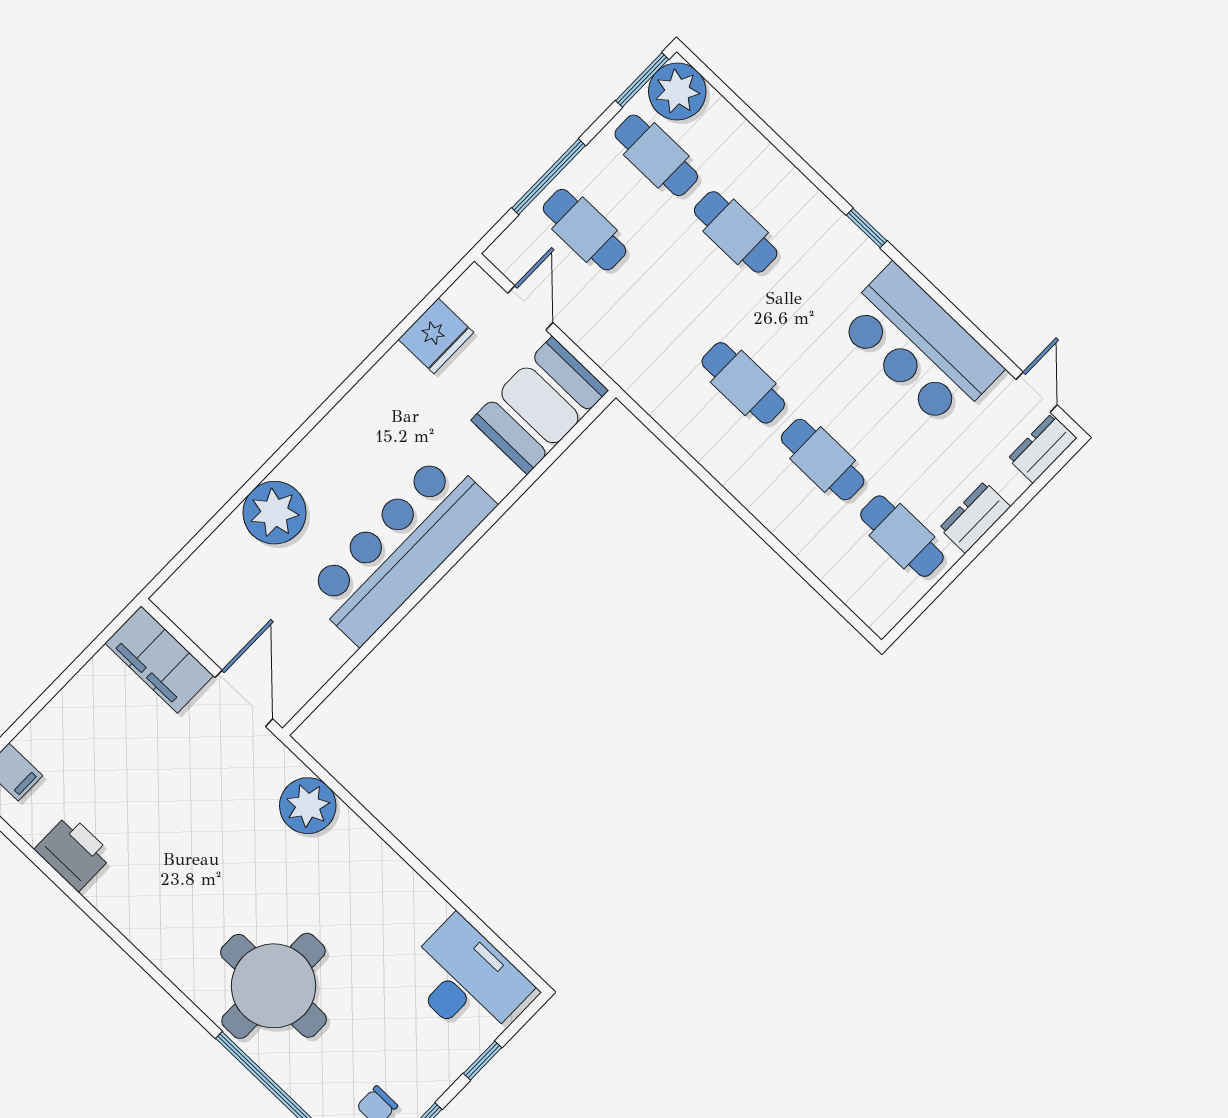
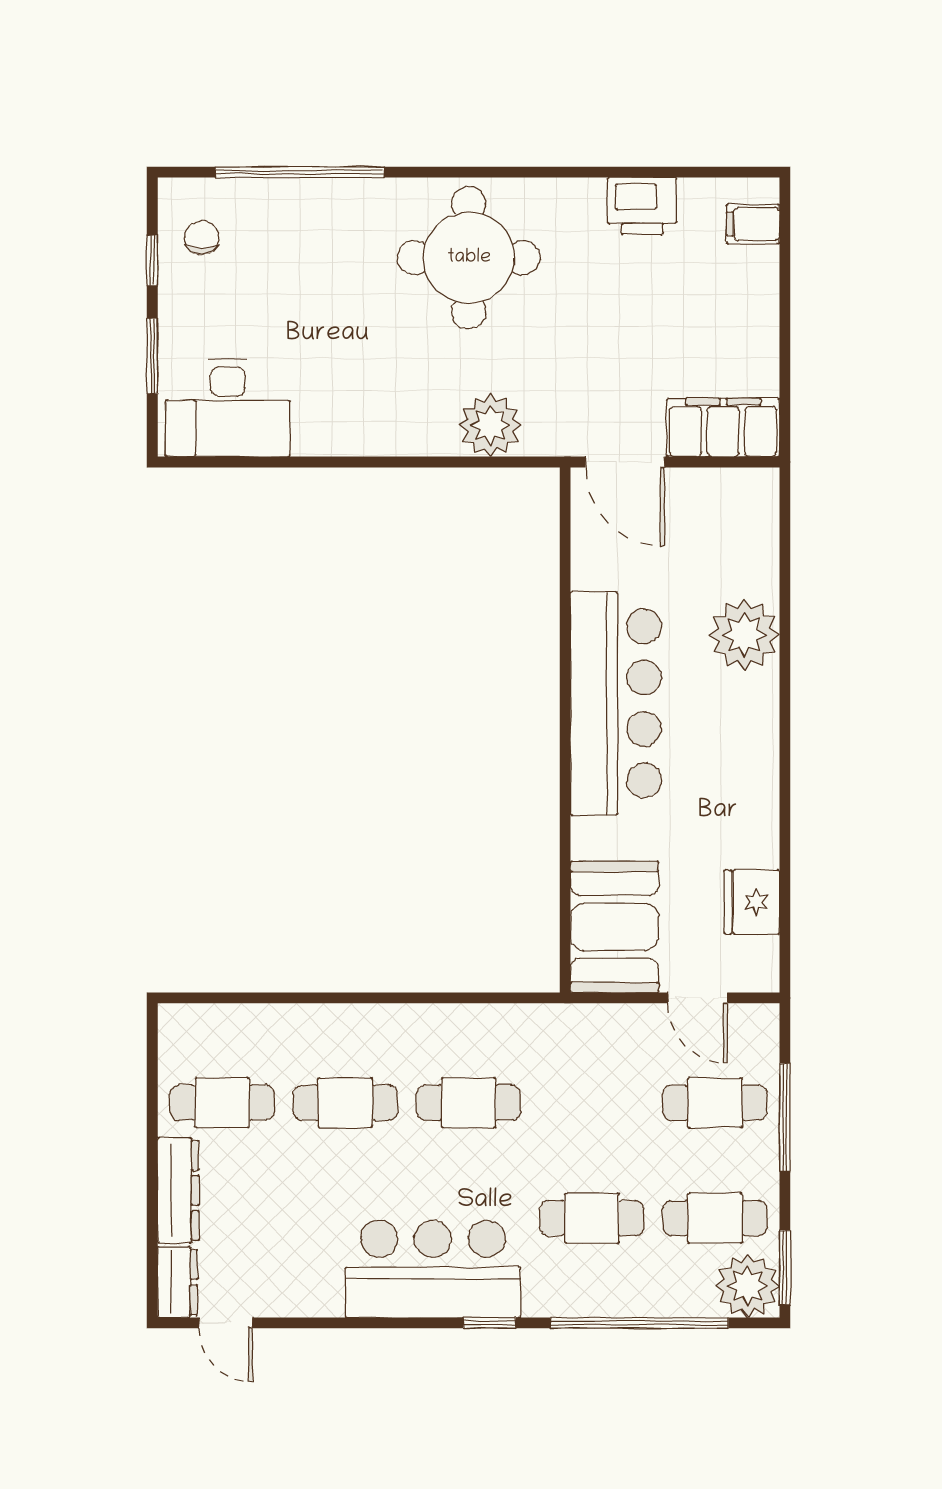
window: (770, 135) -> (639, 1323), added
bar counter: (919, 346) -> (433, 1269), moved
dresser: (975, 517) -> (178, 1190), width x1.44
round table: (274, 986) -> (469, 258), moved
window: (483, 1061) -> (152, 356), width x1.50

